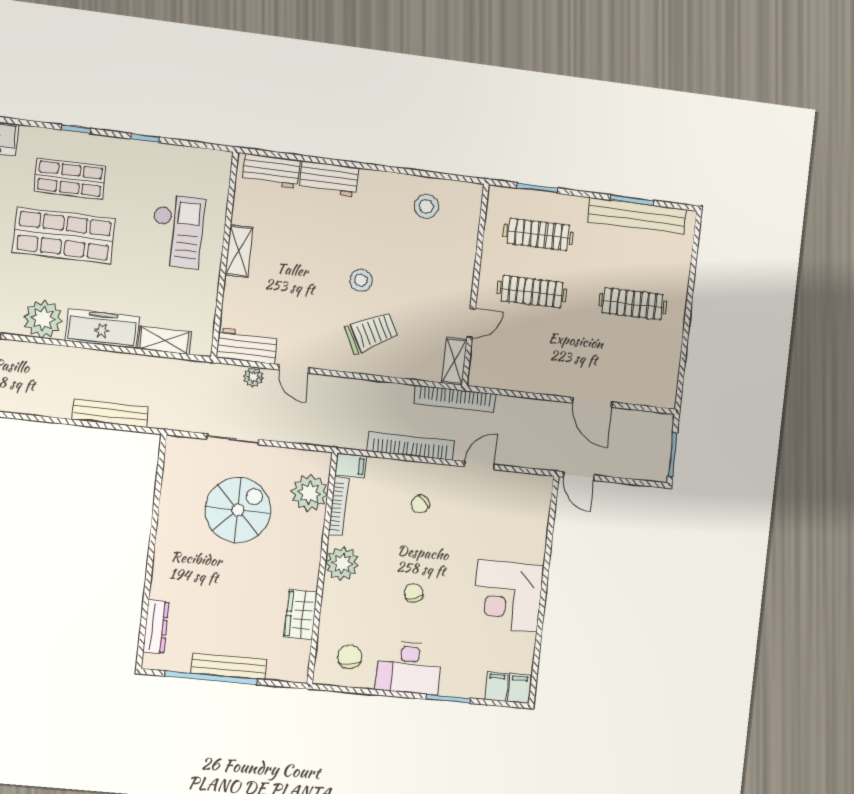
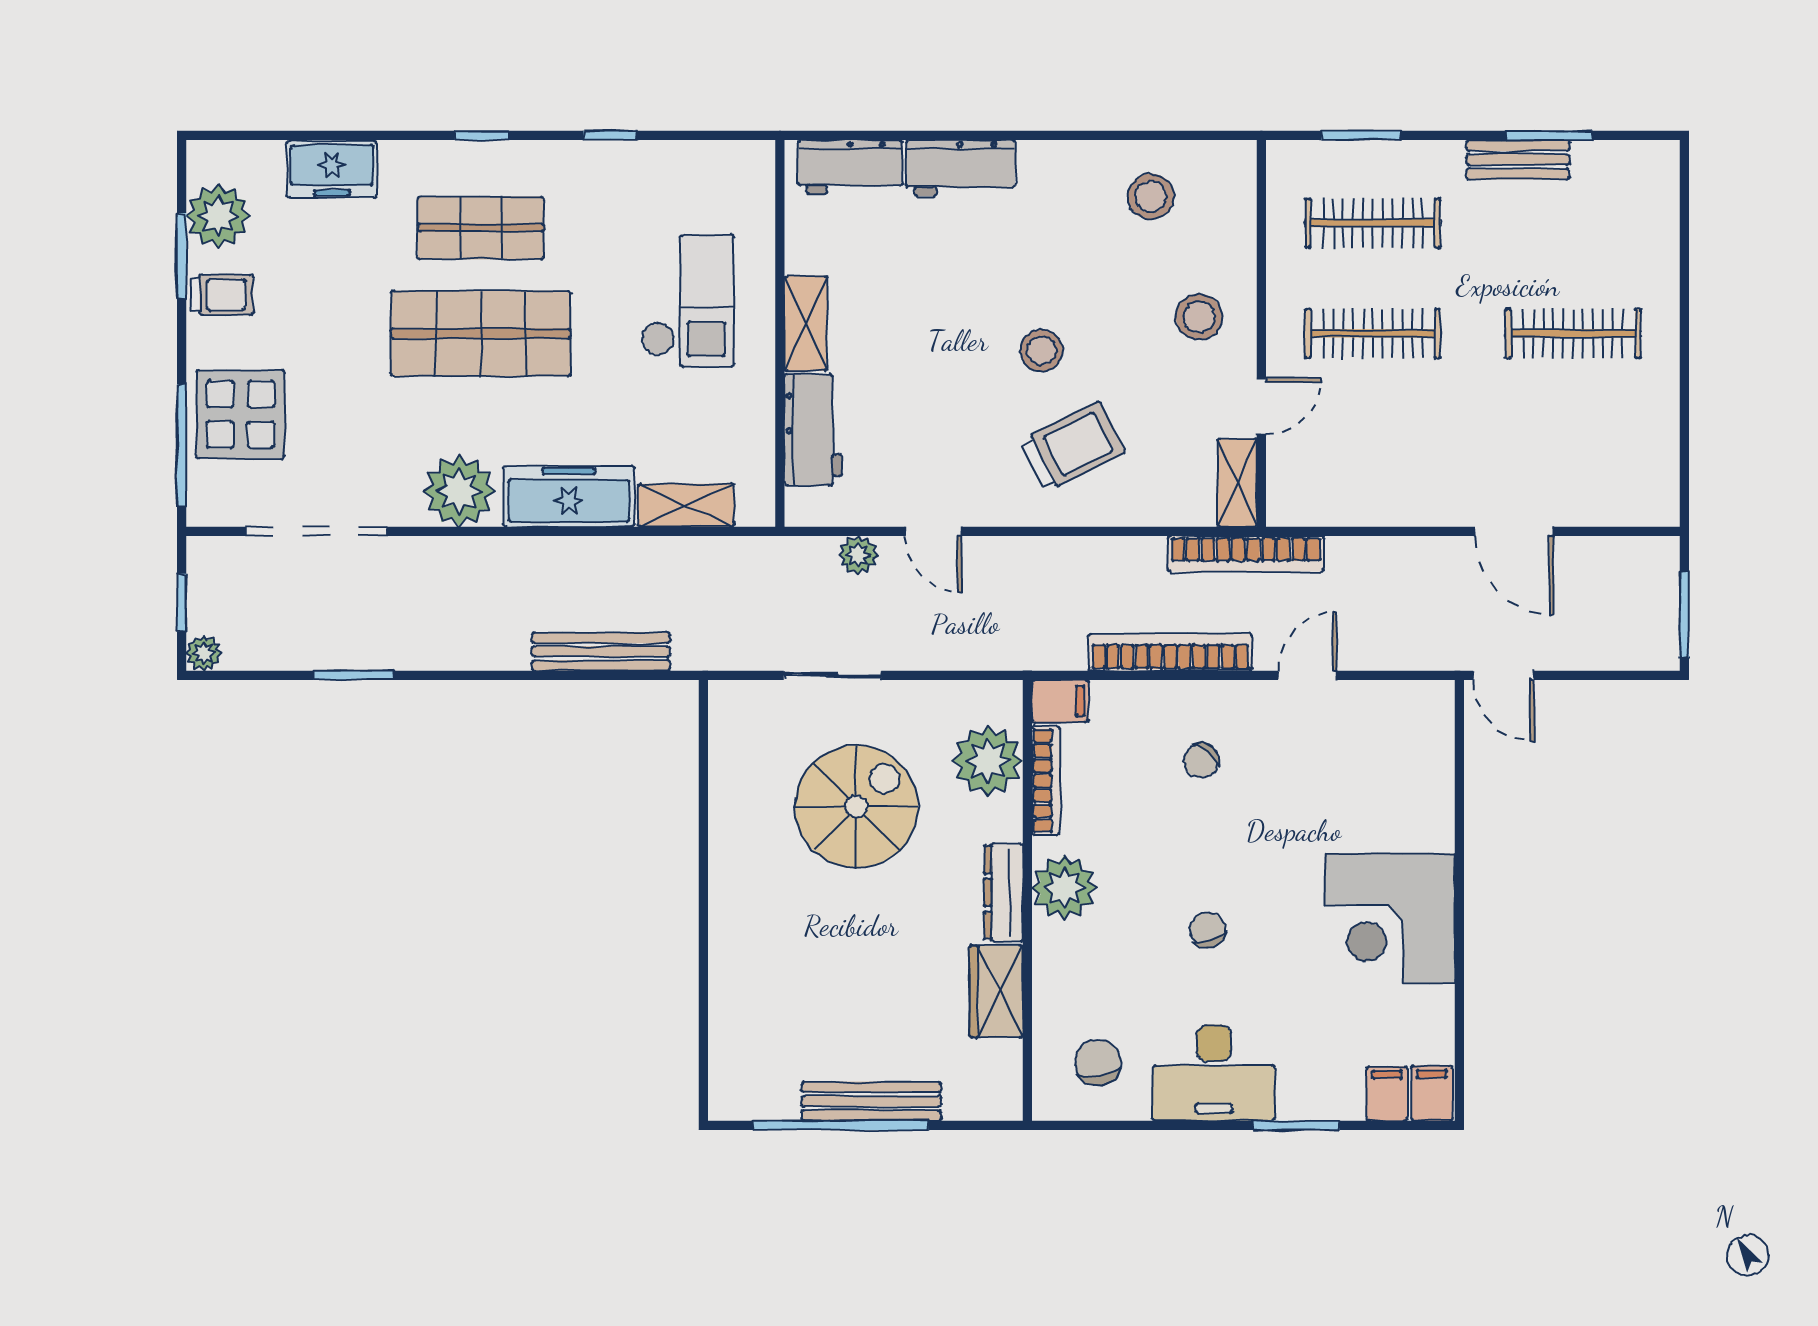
bench: (637, 216) -> (1518, 160), width x0.54, depth x0.82
stool: (444, 272) -> (1199, 317), added
workbench: (247, 346) -> (813, 430), moved, turned 90
dresser: (156, 627) -> (1004, 892), moved, turned 180

